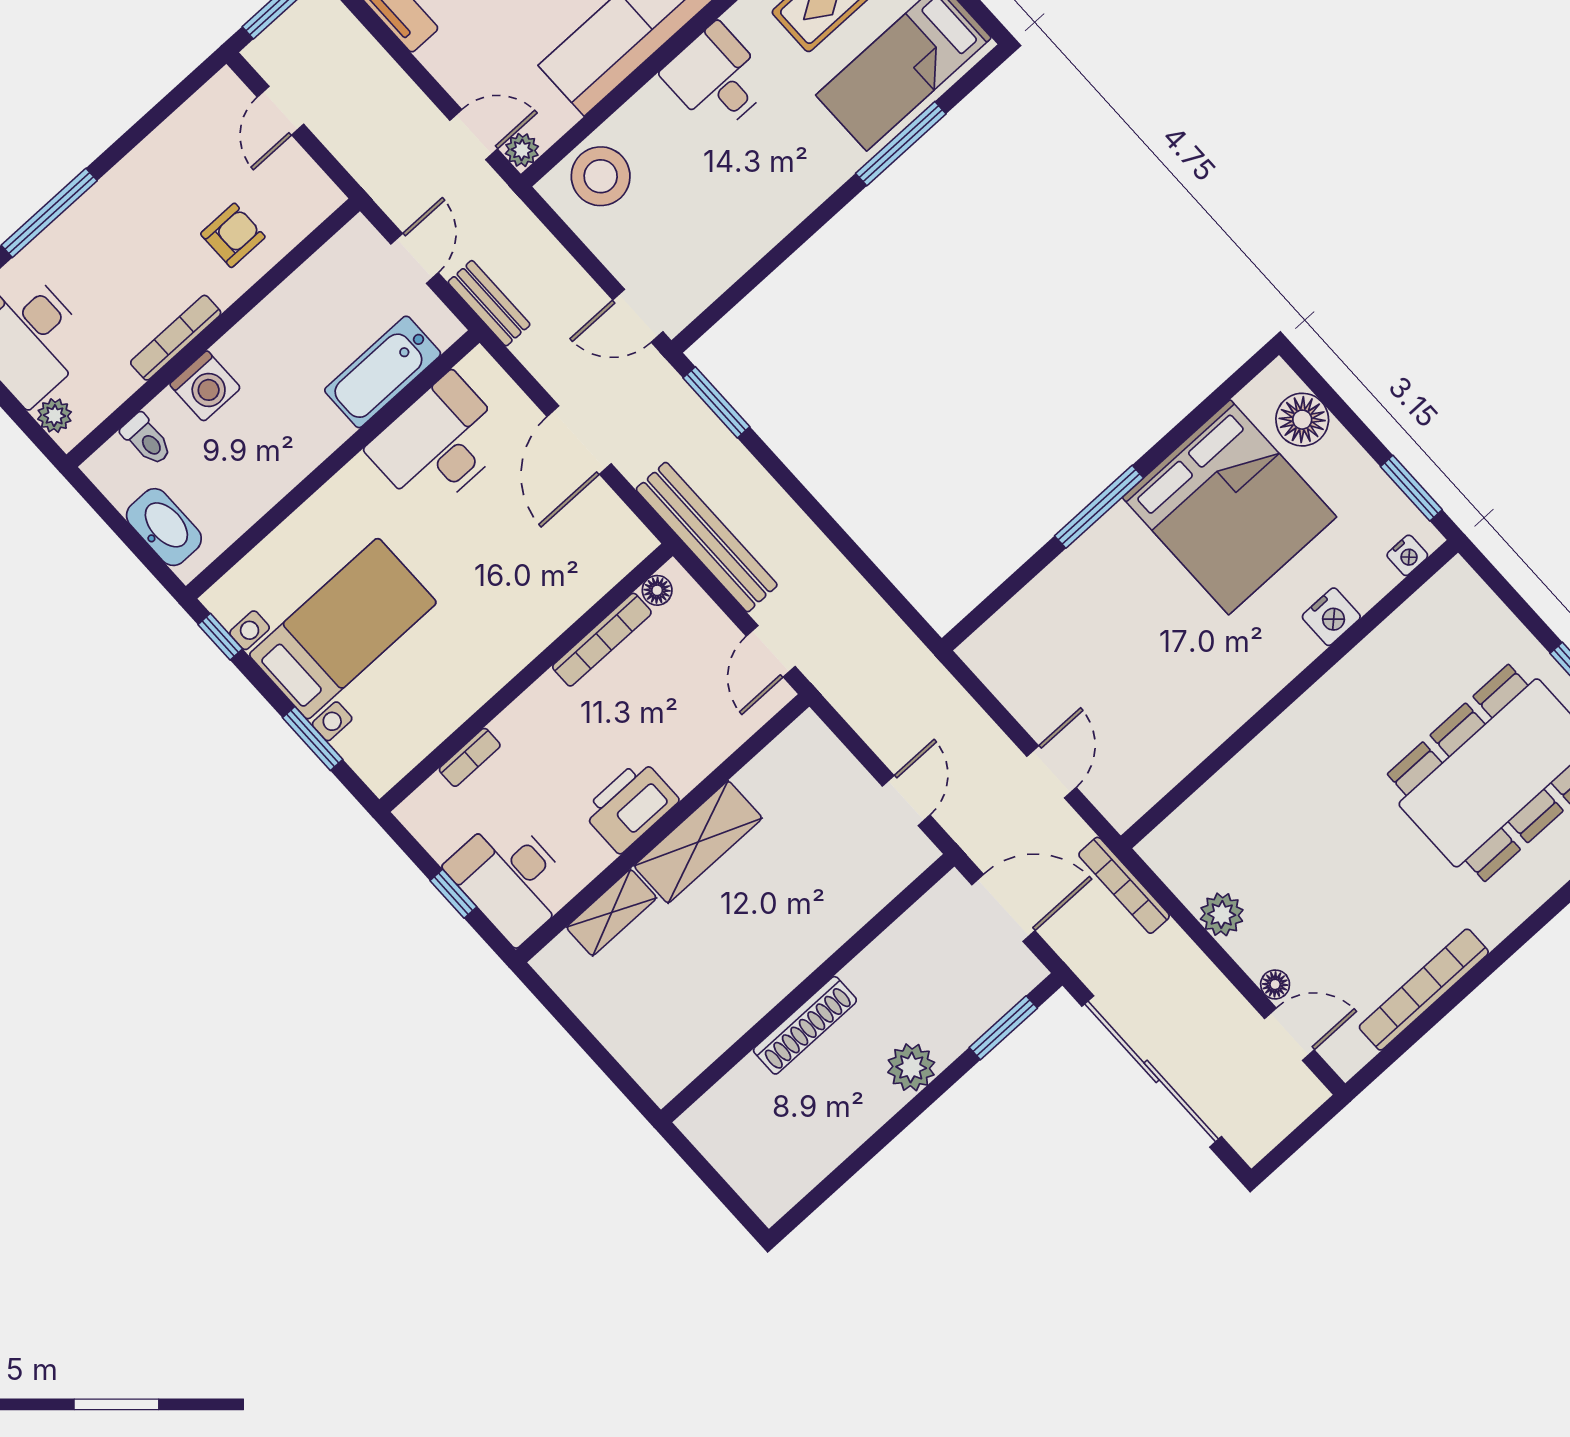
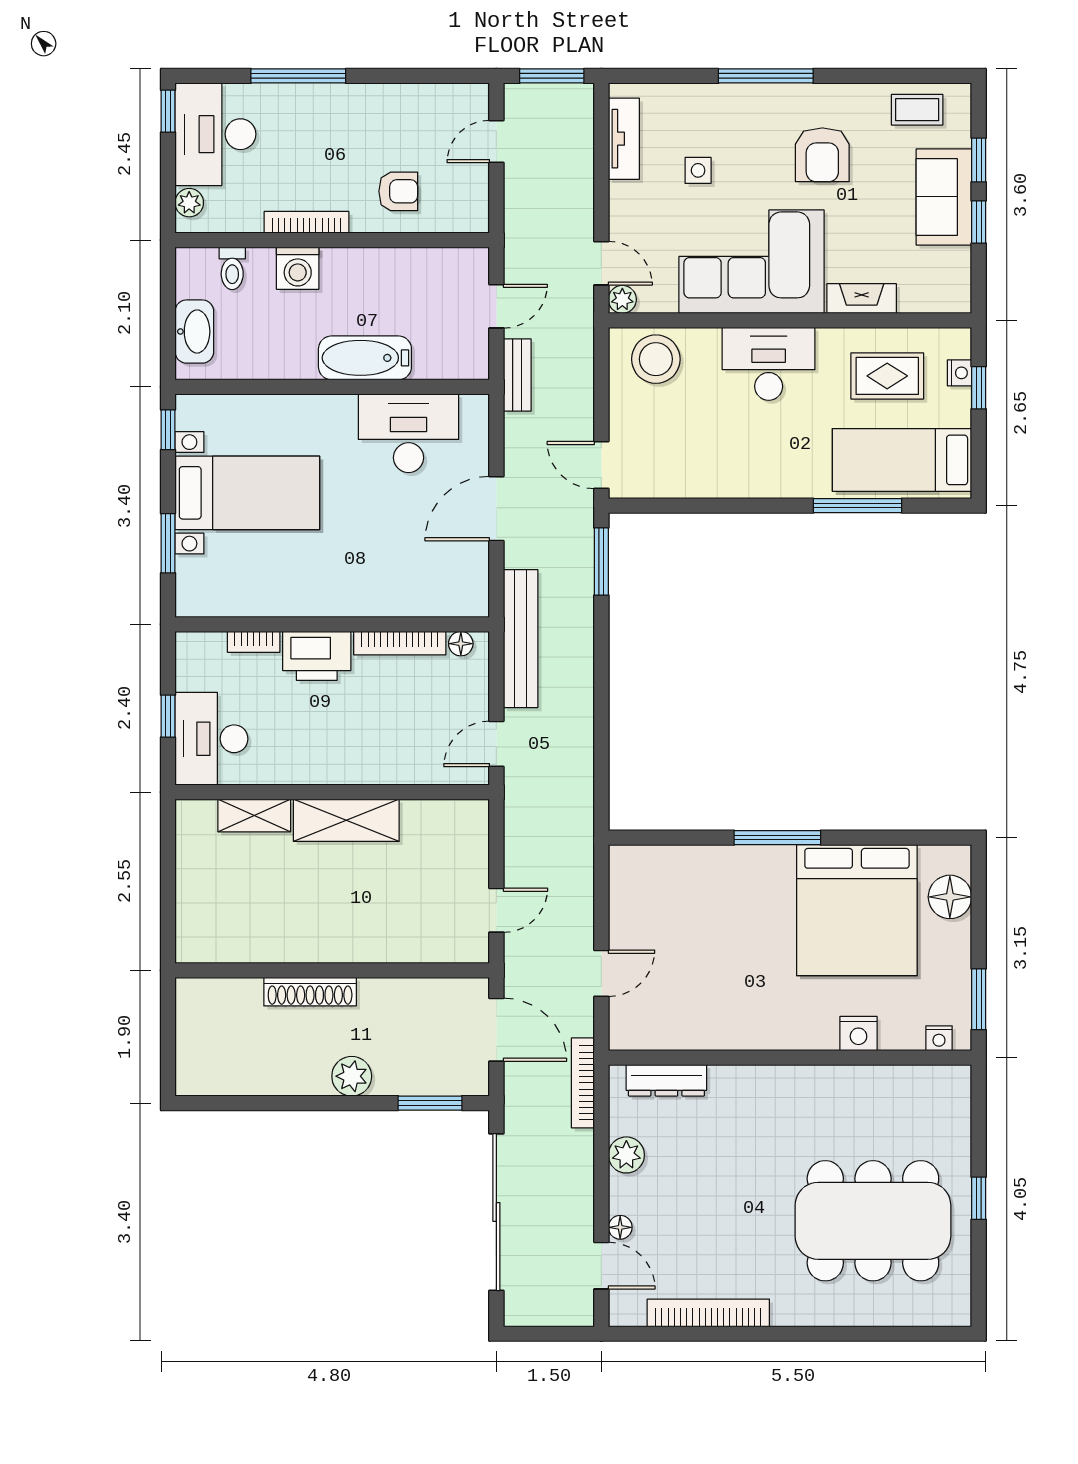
desk: (717, 78) -> (769, 364), width x1.37
bathtub: (383, 372) -> (365, 358), moved
printer: (630, 806) -> (317, 656), moved, turned 180
dresser: (1197, 815) -> (666, 1080), added

